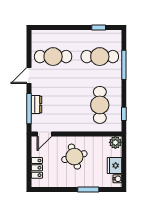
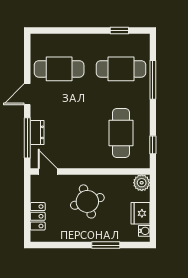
door: (44, 134) -> (48, 171), swing flipped

